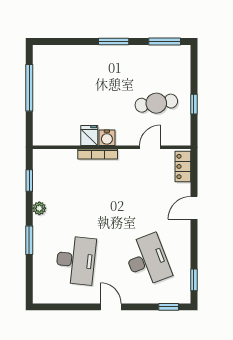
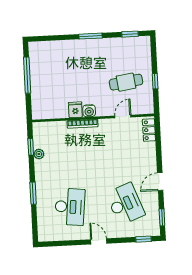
window: (165, 41) -> (130, 34), width x0.67
plant: (39, 208) -> (39, 154), moved
door: (194, 208) -> (160, 182), moved

